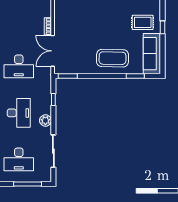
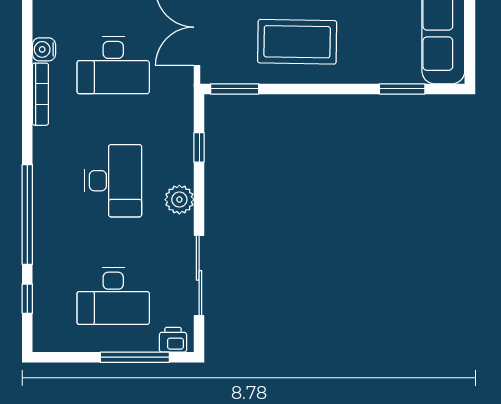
coffee table: (113, 58) -> (297, 42), moved
printer: (43, 177) -> (173, 340), added

